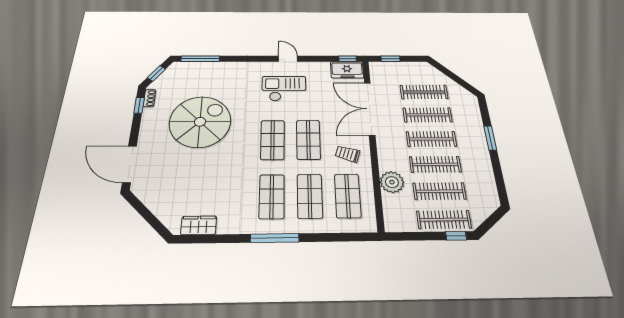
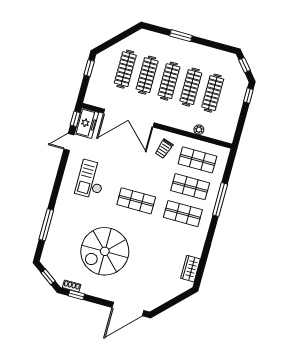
window: (200, 59) -> (46, 225), moved
door: (288, 59) -> (69, 142), moved
window: (391, 59) -> (89, 68), moved
spiral stairs: (200, 122) -> (105, 251), turned -90
shop shelf: (308, 140) -> (144, 174), removed
plant: (392, 182) -> (199, 130), width x0.53, depth x0.53
clothes rail: (444, 220) -> (235, 99), removed
window: (492, 220) -> (244, 65), added
window: (275, 238) -> (220, 199), moved

